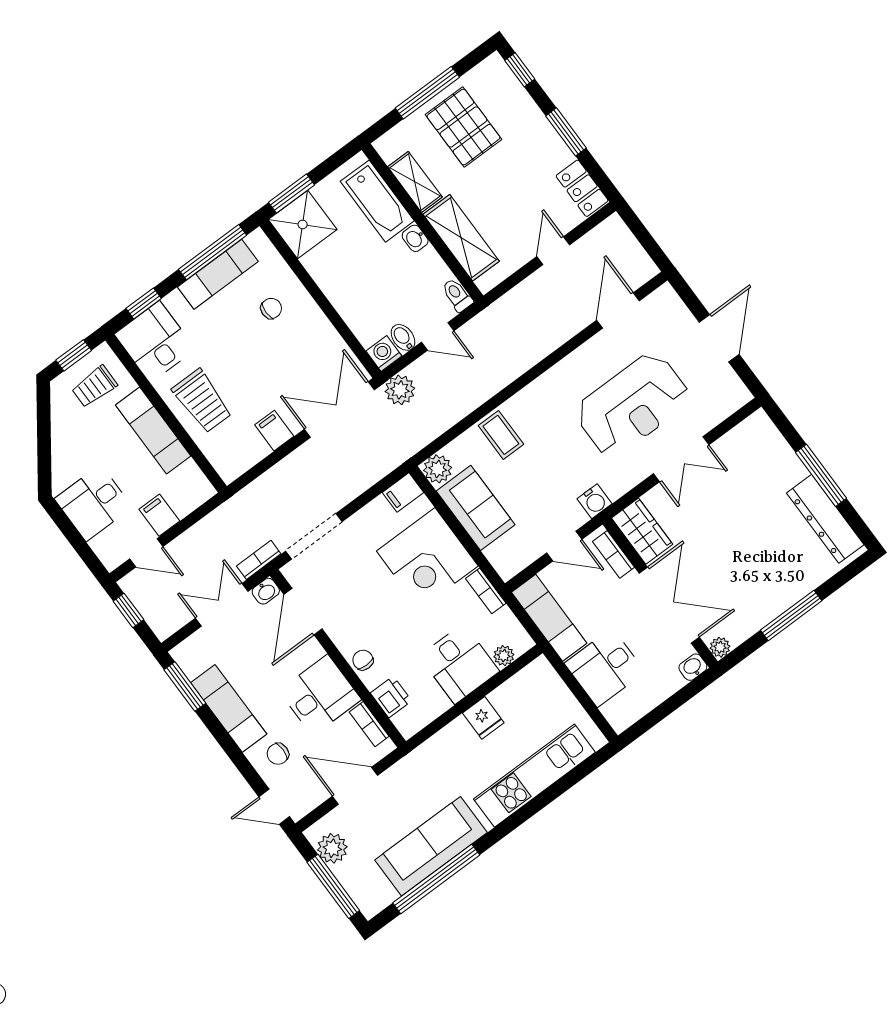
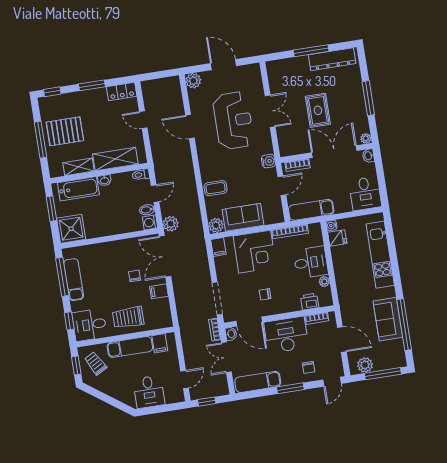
window: (292, 194) -> (51, 209), moved
plant: (665, 301) -> (193, 81), added
chair: (271, 308) -> (135, 276), moved
door: (618, 310) -> (190, 127), moved
trolley: (94, 387) -> (96, 363), turned 151
trolley: (202, 401) -> (128, 317), turned 180
filing cabinet: (159, 515) -> (160, 343), moved, turned -90
wardrobe: (642, 531) -> (294, 146), removed
rug: (725, 540) -> (318, 110), added
bookcase: (486, 591) -> (290, 232), width x1.56
plant: (504, 656) -> (324, 282), moved
chair: (363, 660) -> (265, 294), moved
water cooler: (541, 666) -> (332, 225), added
desk: (605, 668) -> (365, 193), moved
window: (185, 686) -> (290, 388), moved
desk: (320, 695) -> (286, 335), width x1.37
exam couch: (229, 708) -> (258, 382), moved
fridge: (483, 718) -> (337, 238), moved
door: (355, 786) -> (342, 340), swing flipped
sofa: (431, 846) -> (388, 319), width x0.73

